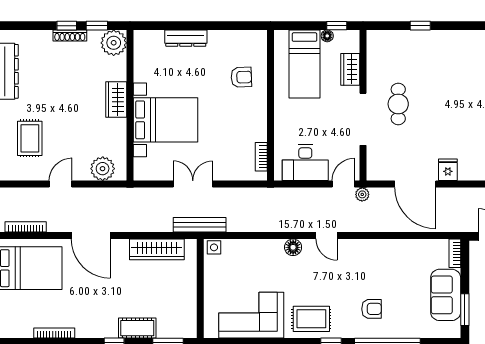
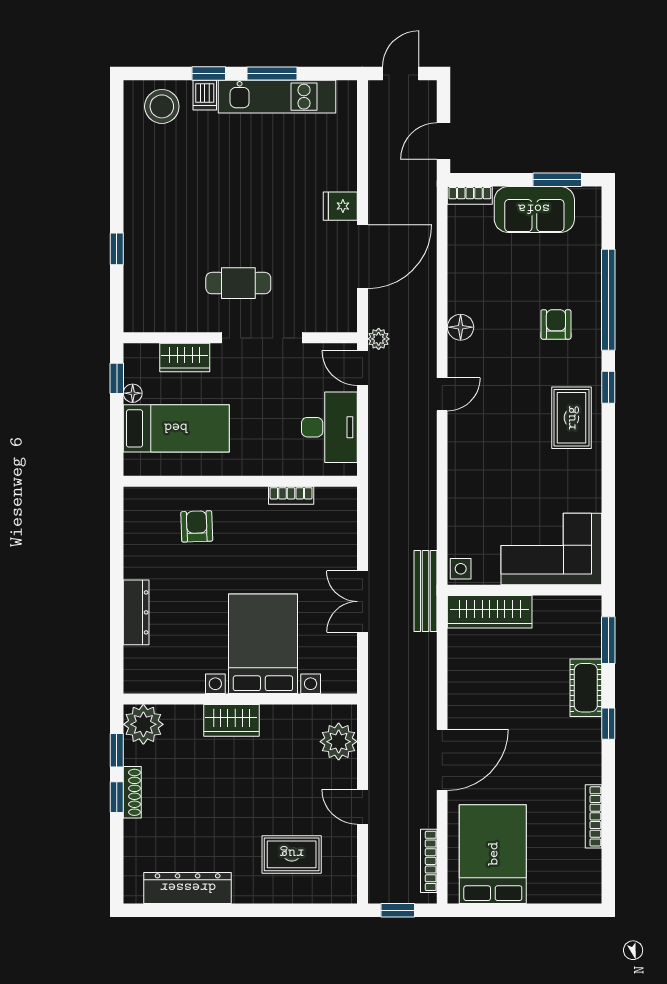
bookcase: (261, 157) -> (291, 495), moved
floor lamp: (293, 247) -> (461, 327), moved
wardrobe: (157, 249) -> (490, 612), moved, turned 90
corner sofa: (251, 315) -> (551, 549), moved, turned 90

